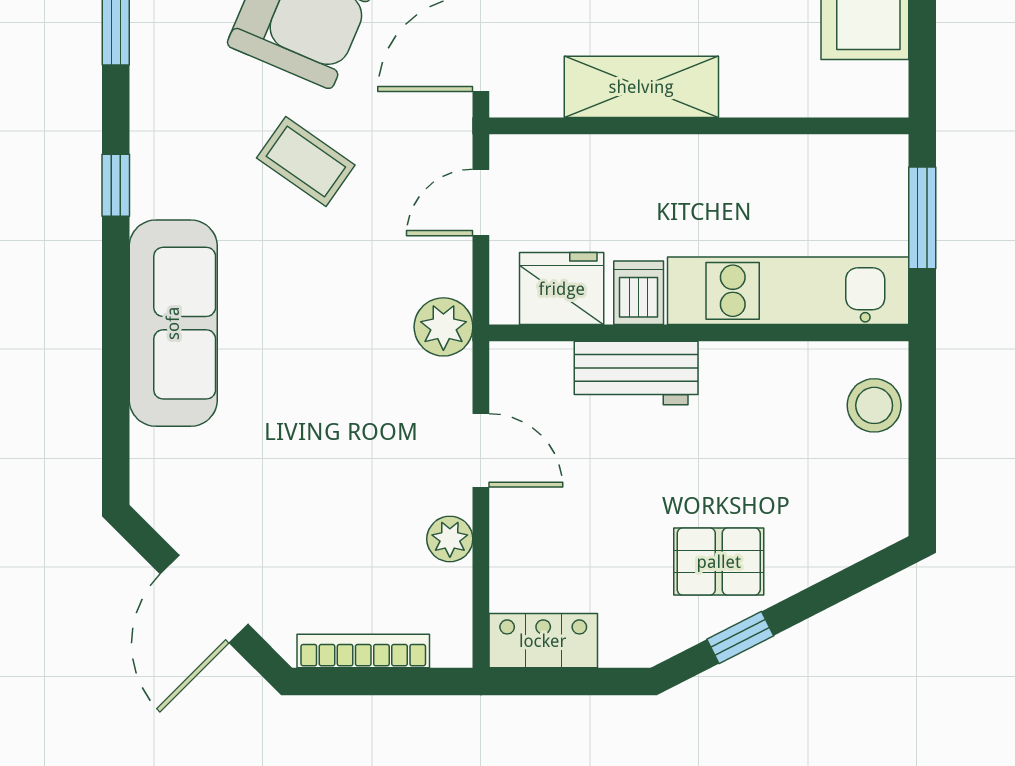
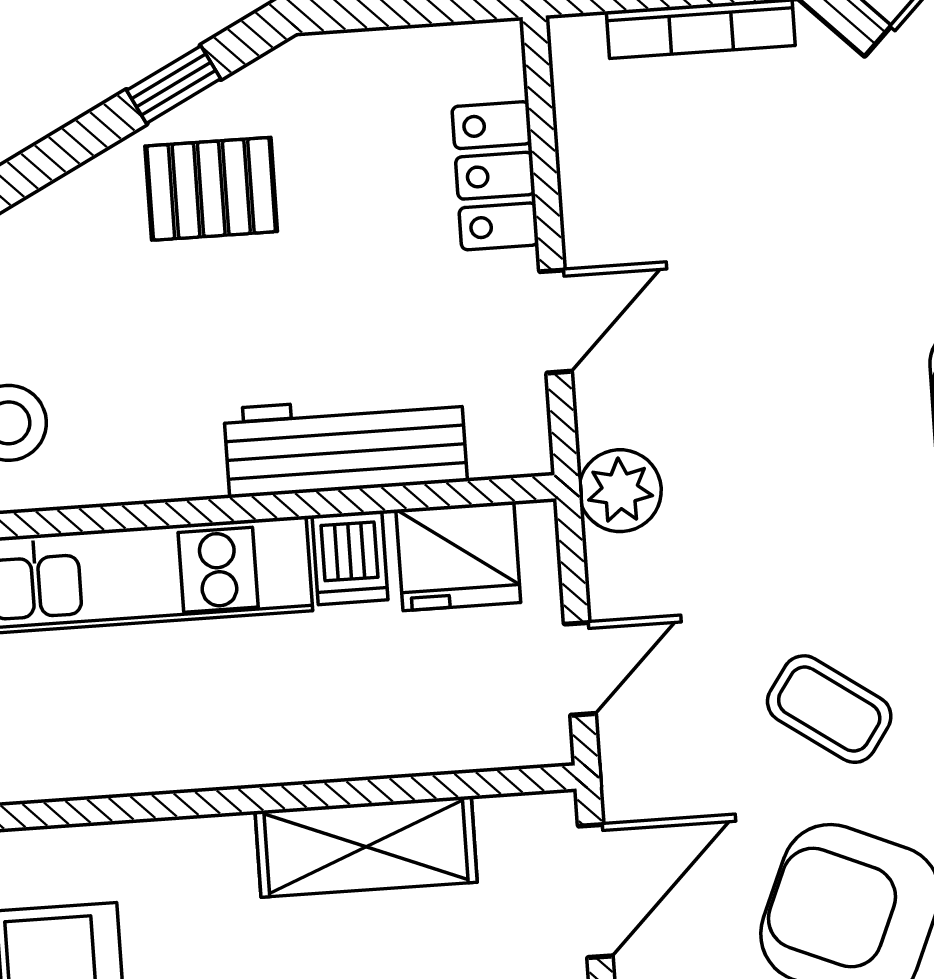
workbench: (636, 373) -> (345, 445), width x1.38
door: (481, 450) -> (556, 321), swing flipped
plant: (450, 539) -> (590, 194), removed
locker: (543, 641) -> (495, 176), moved, turned 90

